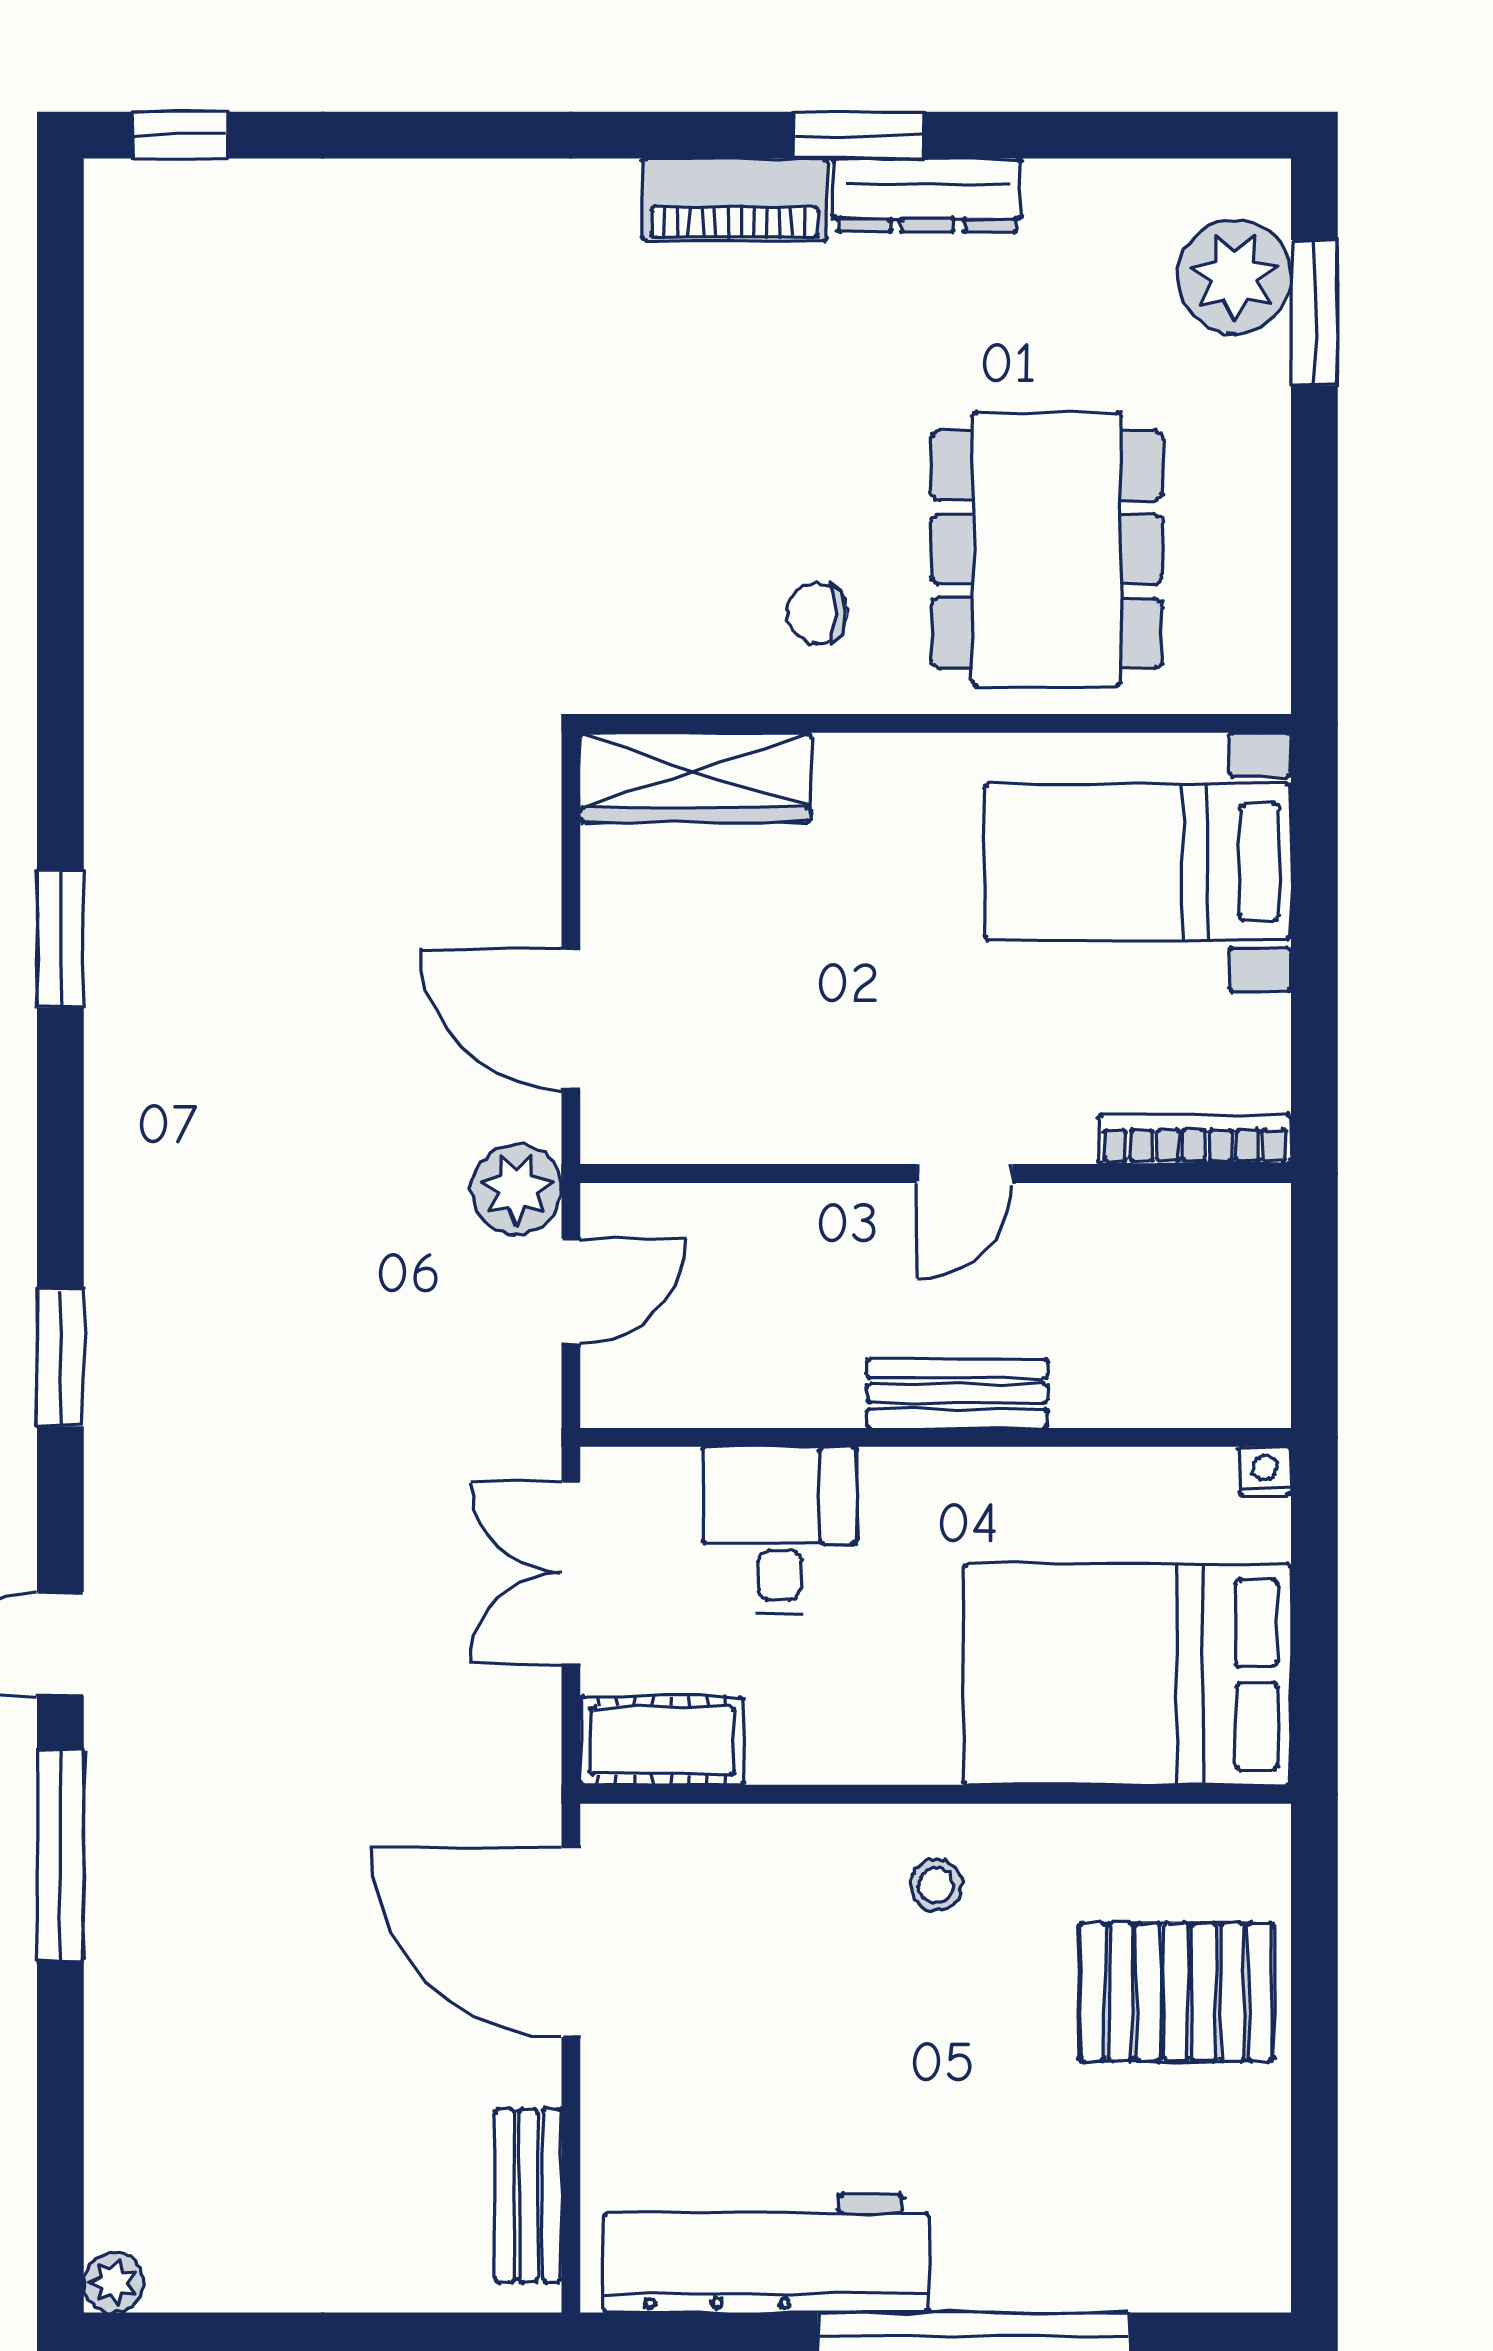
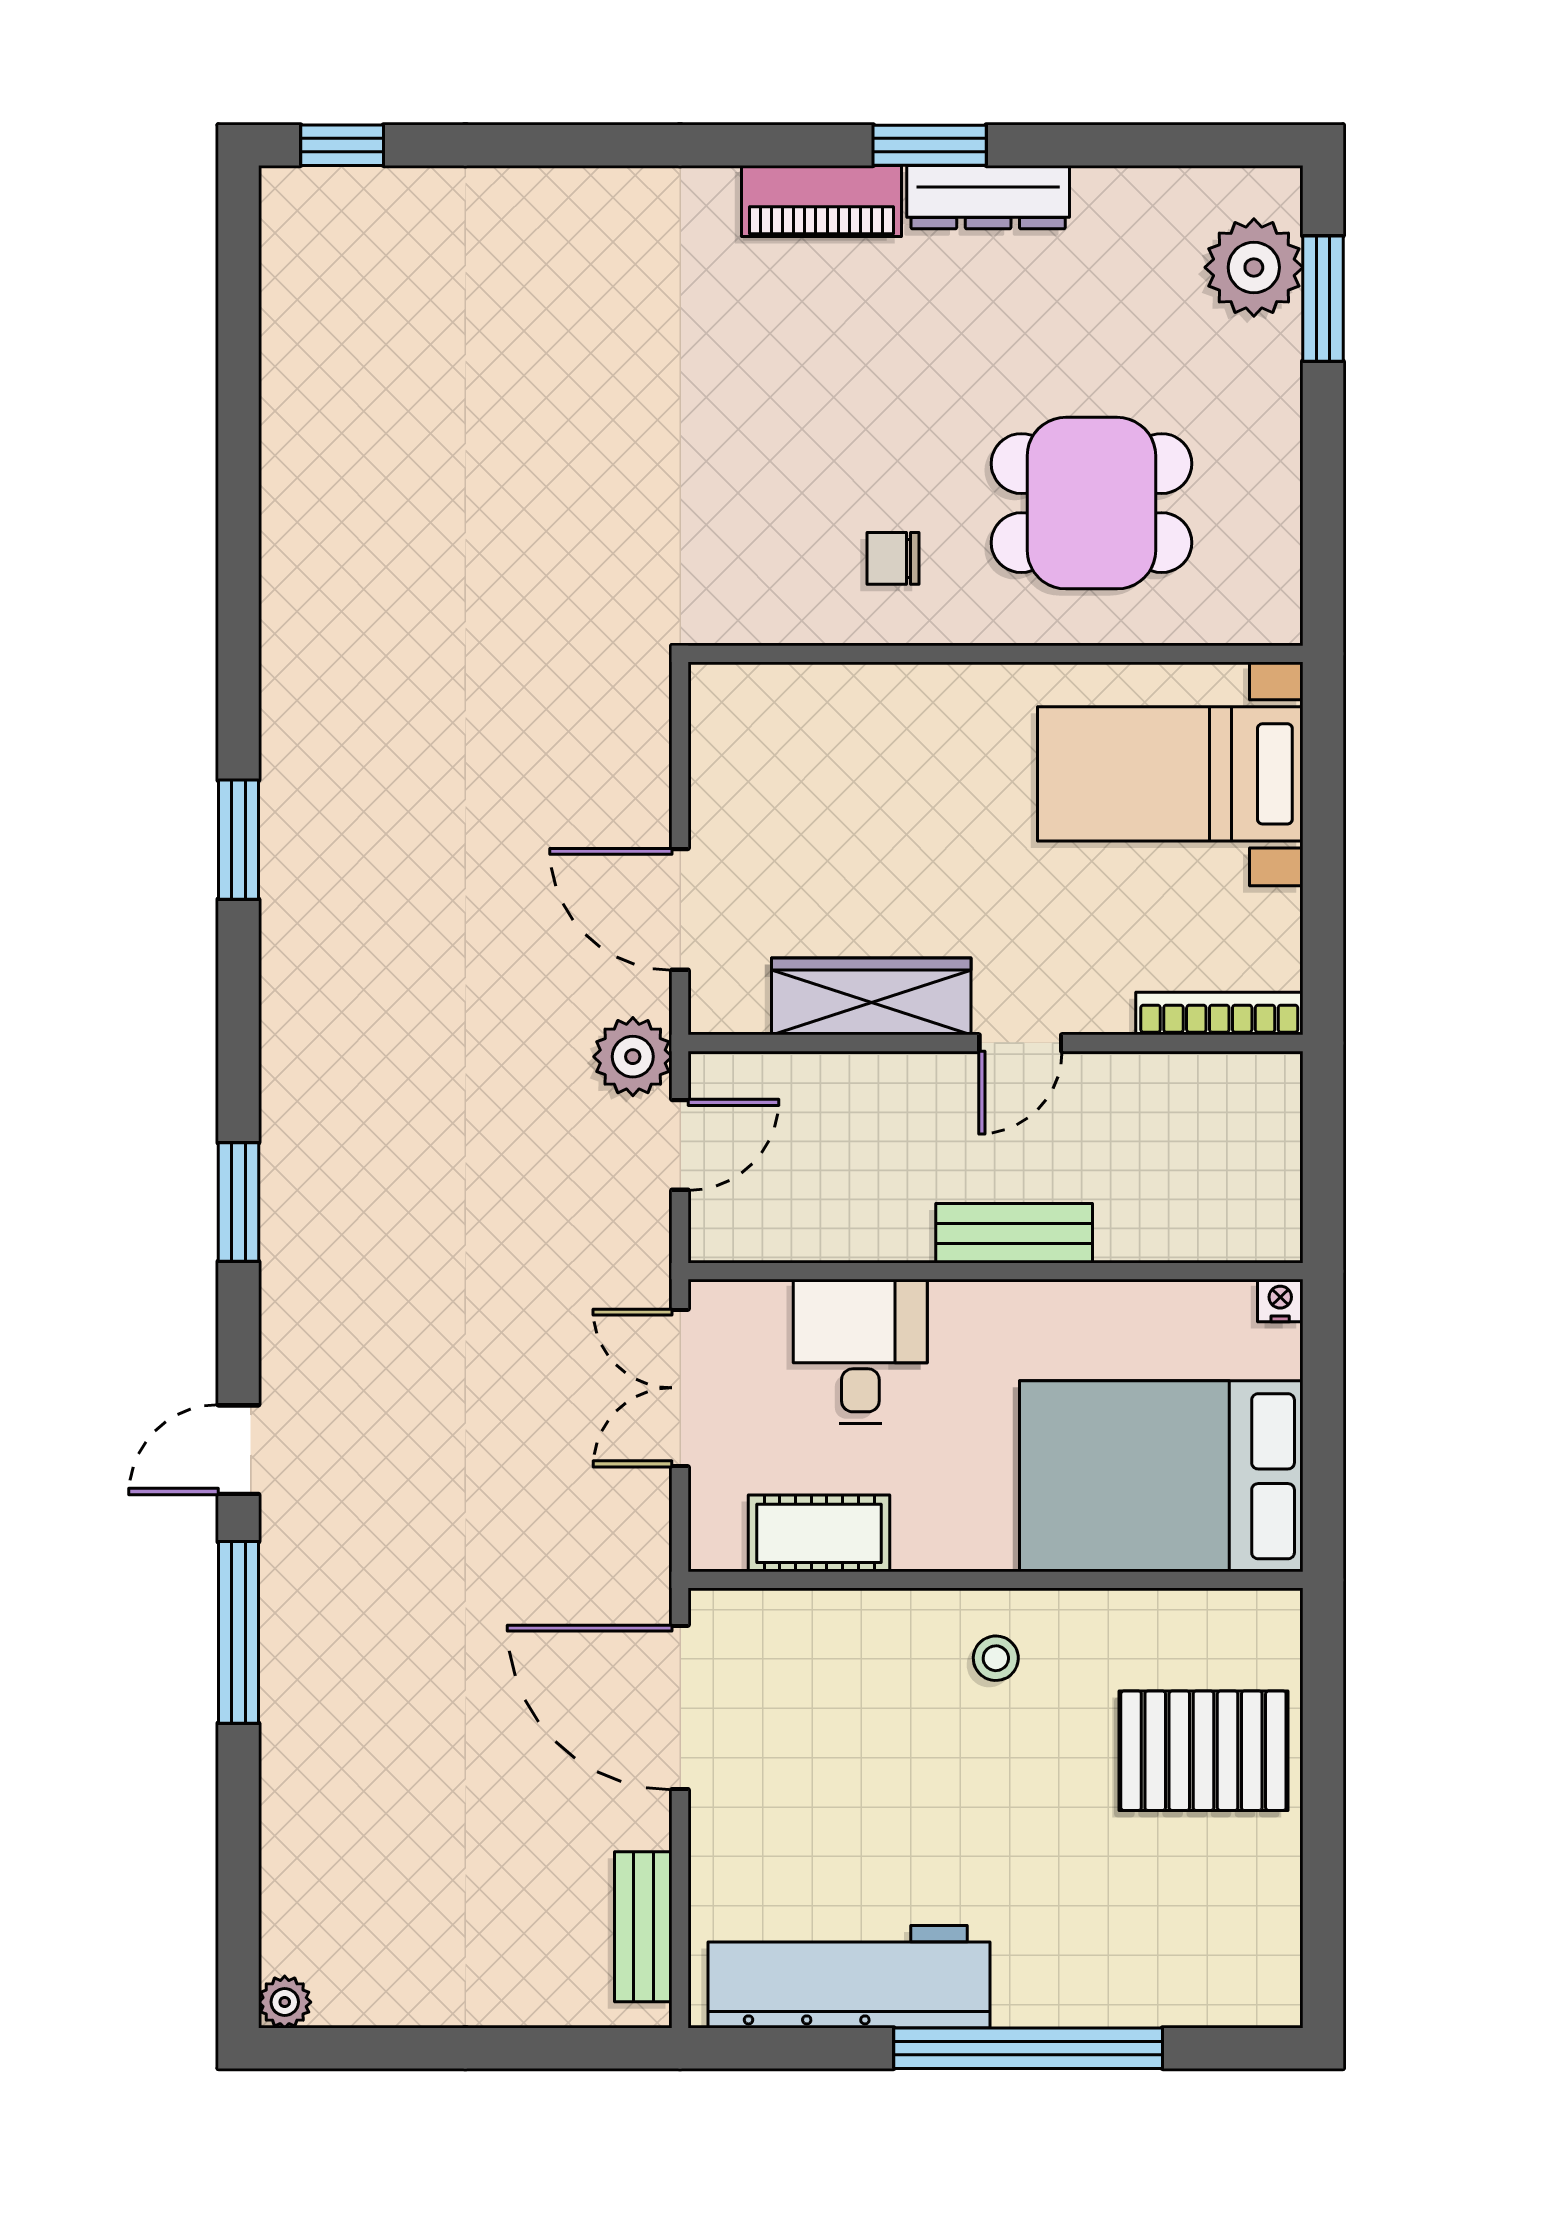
dining table: (1047, 549) -> (1091, 503), width x0.73
wardrobe: (695, 777) -> (871, 996), moved, turned 180
cot: (662, 1741) -> (819, 1533), moved

